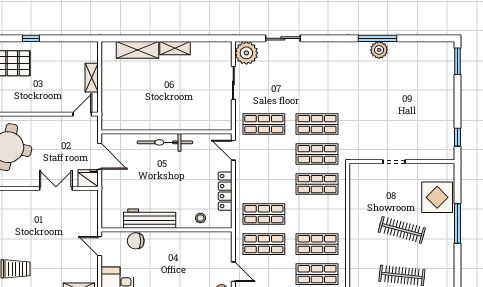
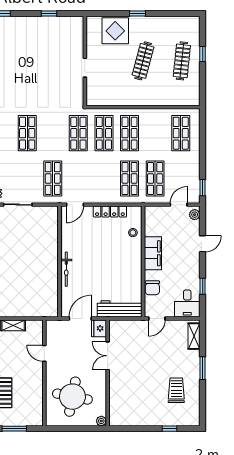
door: (82, 114) -> (44, 353), moved
shop shelf: (317, 124) -> (27, 133), moved
window: (457, 137) -> (49, 13), moved
bicycle: (165, 142) -> (66, 269), width x0.73, depth x0.71
workbench: (150, 219) -> (120, 309), moved, turned 90
window: (457, 223) -> (138, 13), width x0.46
filing cabinet: (176, 241) -> (153, 253), added
shop shelf: (317, 244) -> (130, 133), moved

